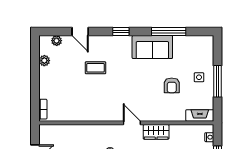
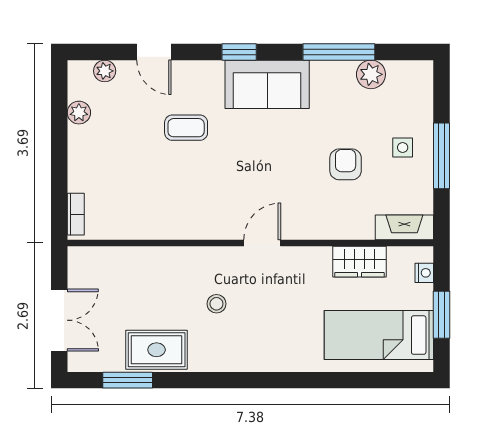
plant: (184, 42) -> (371, 74), added
sofa: (152, 47) -> (267, 84), moved
armchair: (172, 85) -> (346, 164), turned 180
door: (132, 123) -> (262, 243), hinge flipped
wardrobe: (156, 132) -> (359, 262), moved

